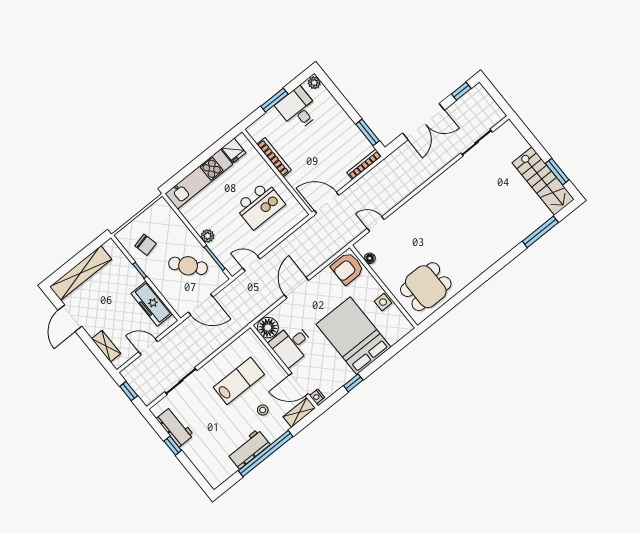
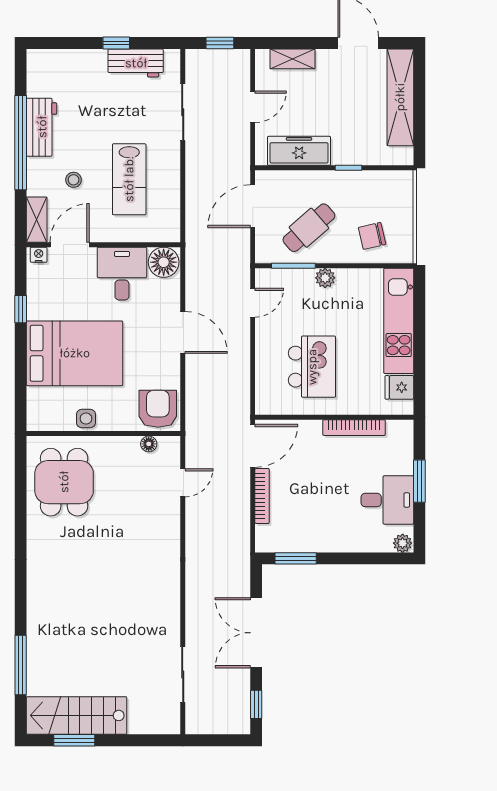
bookcase: (364, 164) -> (262, 496), moved
kitchen island: (260, 205) -> (312, 367), turned 180
chair: (146, 245) -> (372, 236), moved

